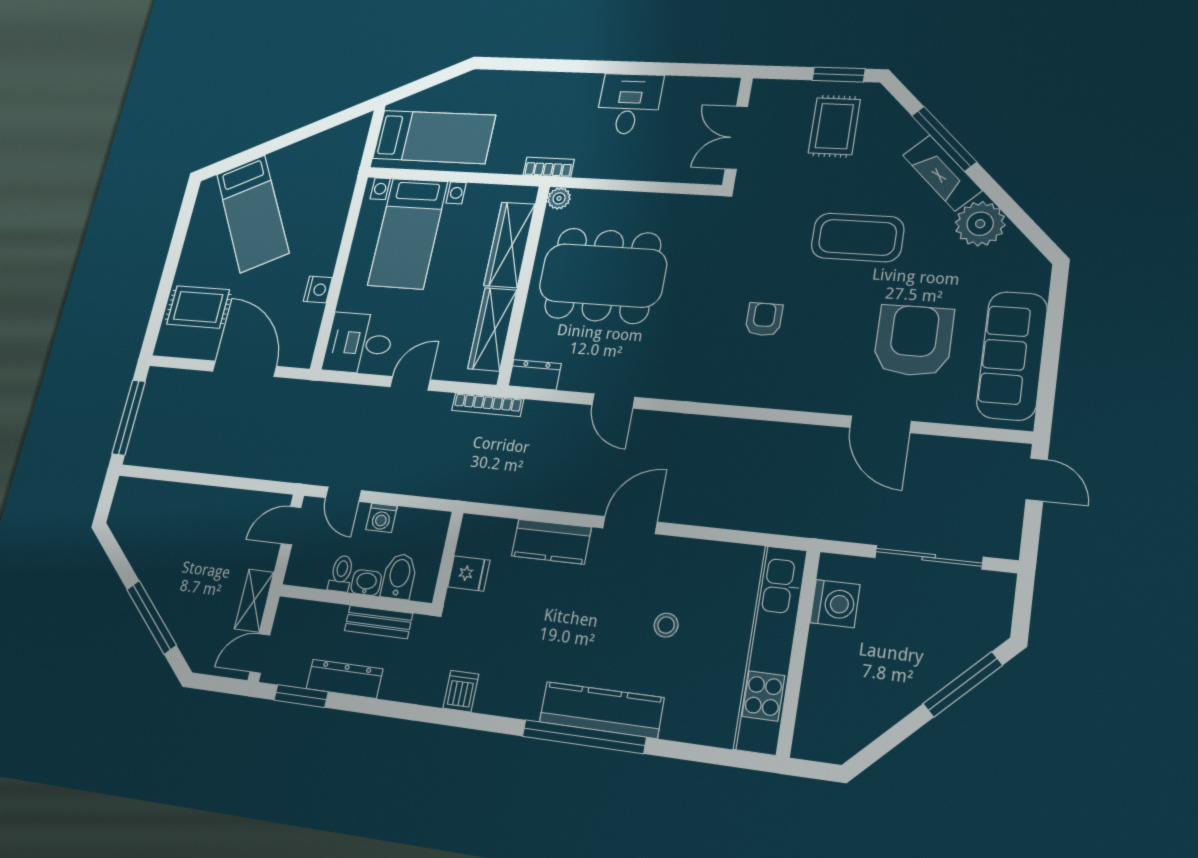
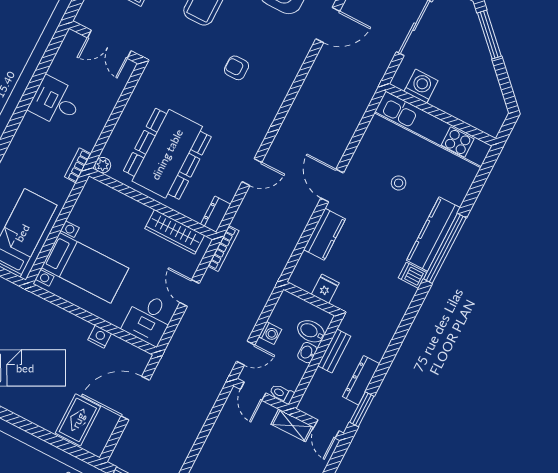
wardrobe: (509, 245) -> (121, 205), removed
toilet: (341, 574) -> (282, 394), moved
dishwasher: (461, 691) -> (413, 275), moved

